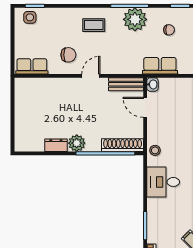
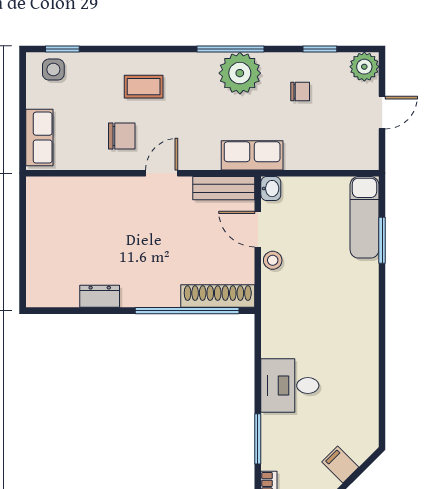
coffee table: (94, 25) -> (144, 87), moved
row of seats: (32, 66) -> (39, 138), moved, turned 90
row of seats: (160, 66) -> (252, 155), moved
plant: (77, 143) -> (137, 292), removed
stool: (155, 150) -> (273, 260), moved
desk: (163, 182) -> (290, 386), moved

